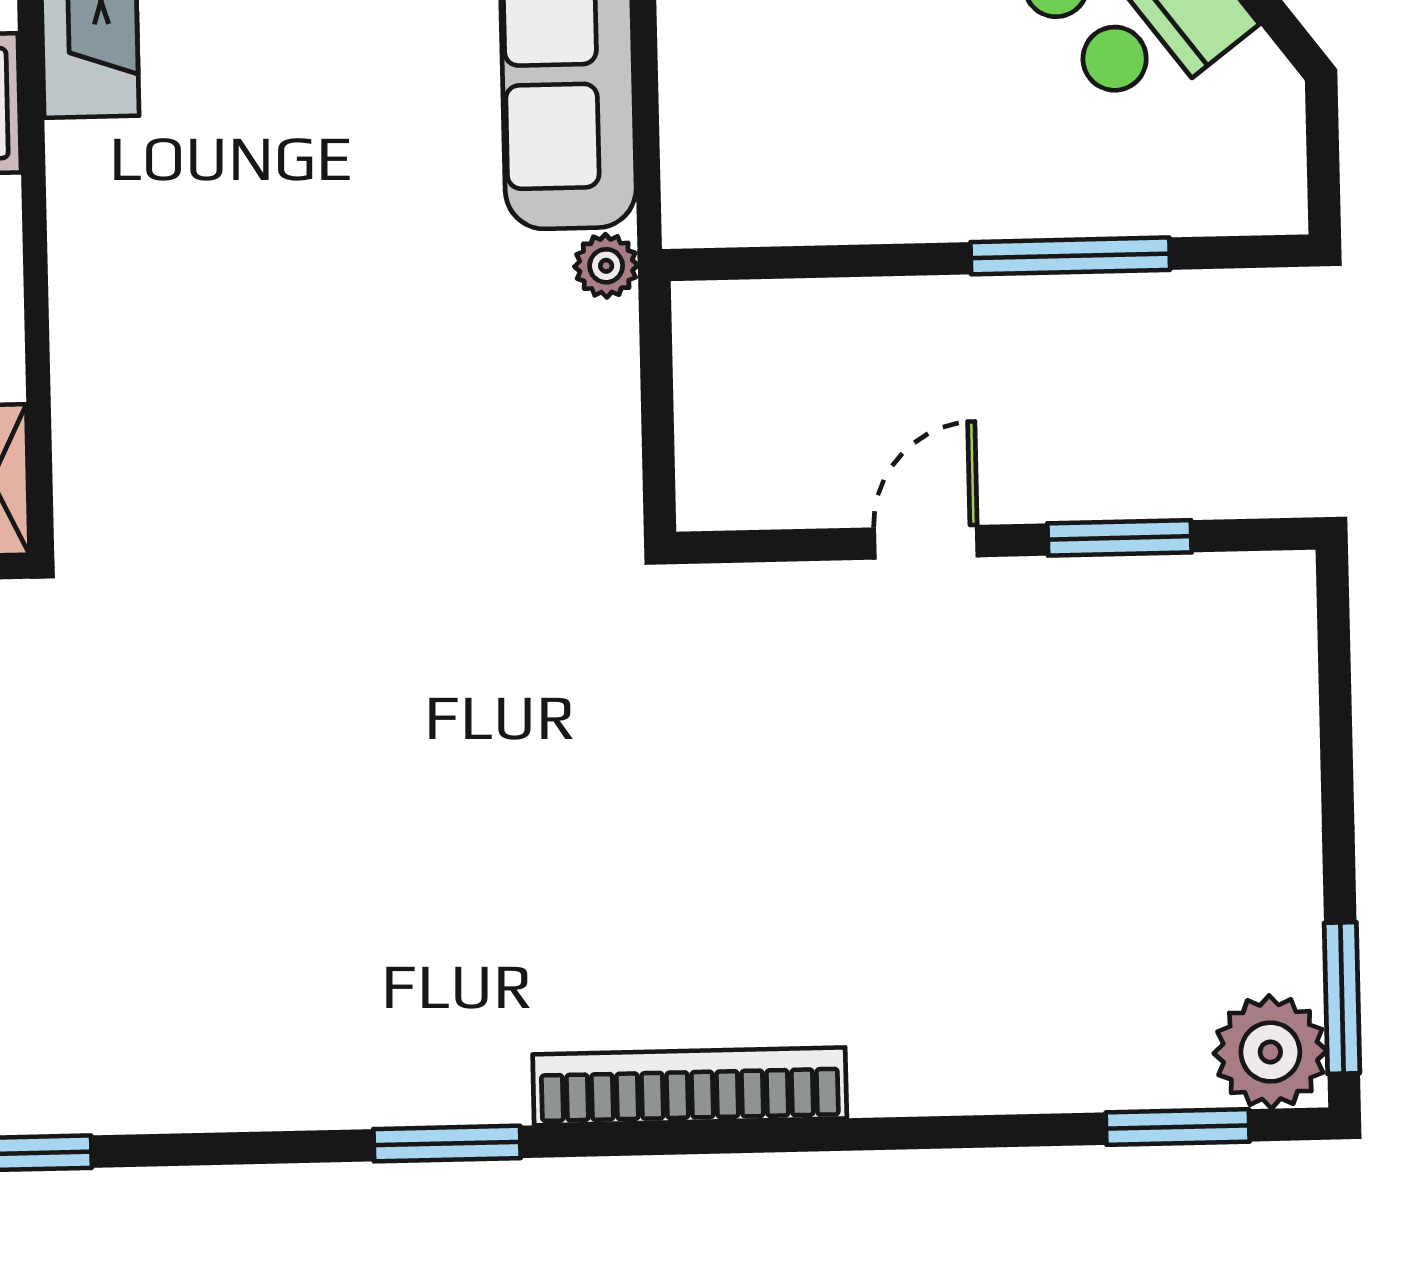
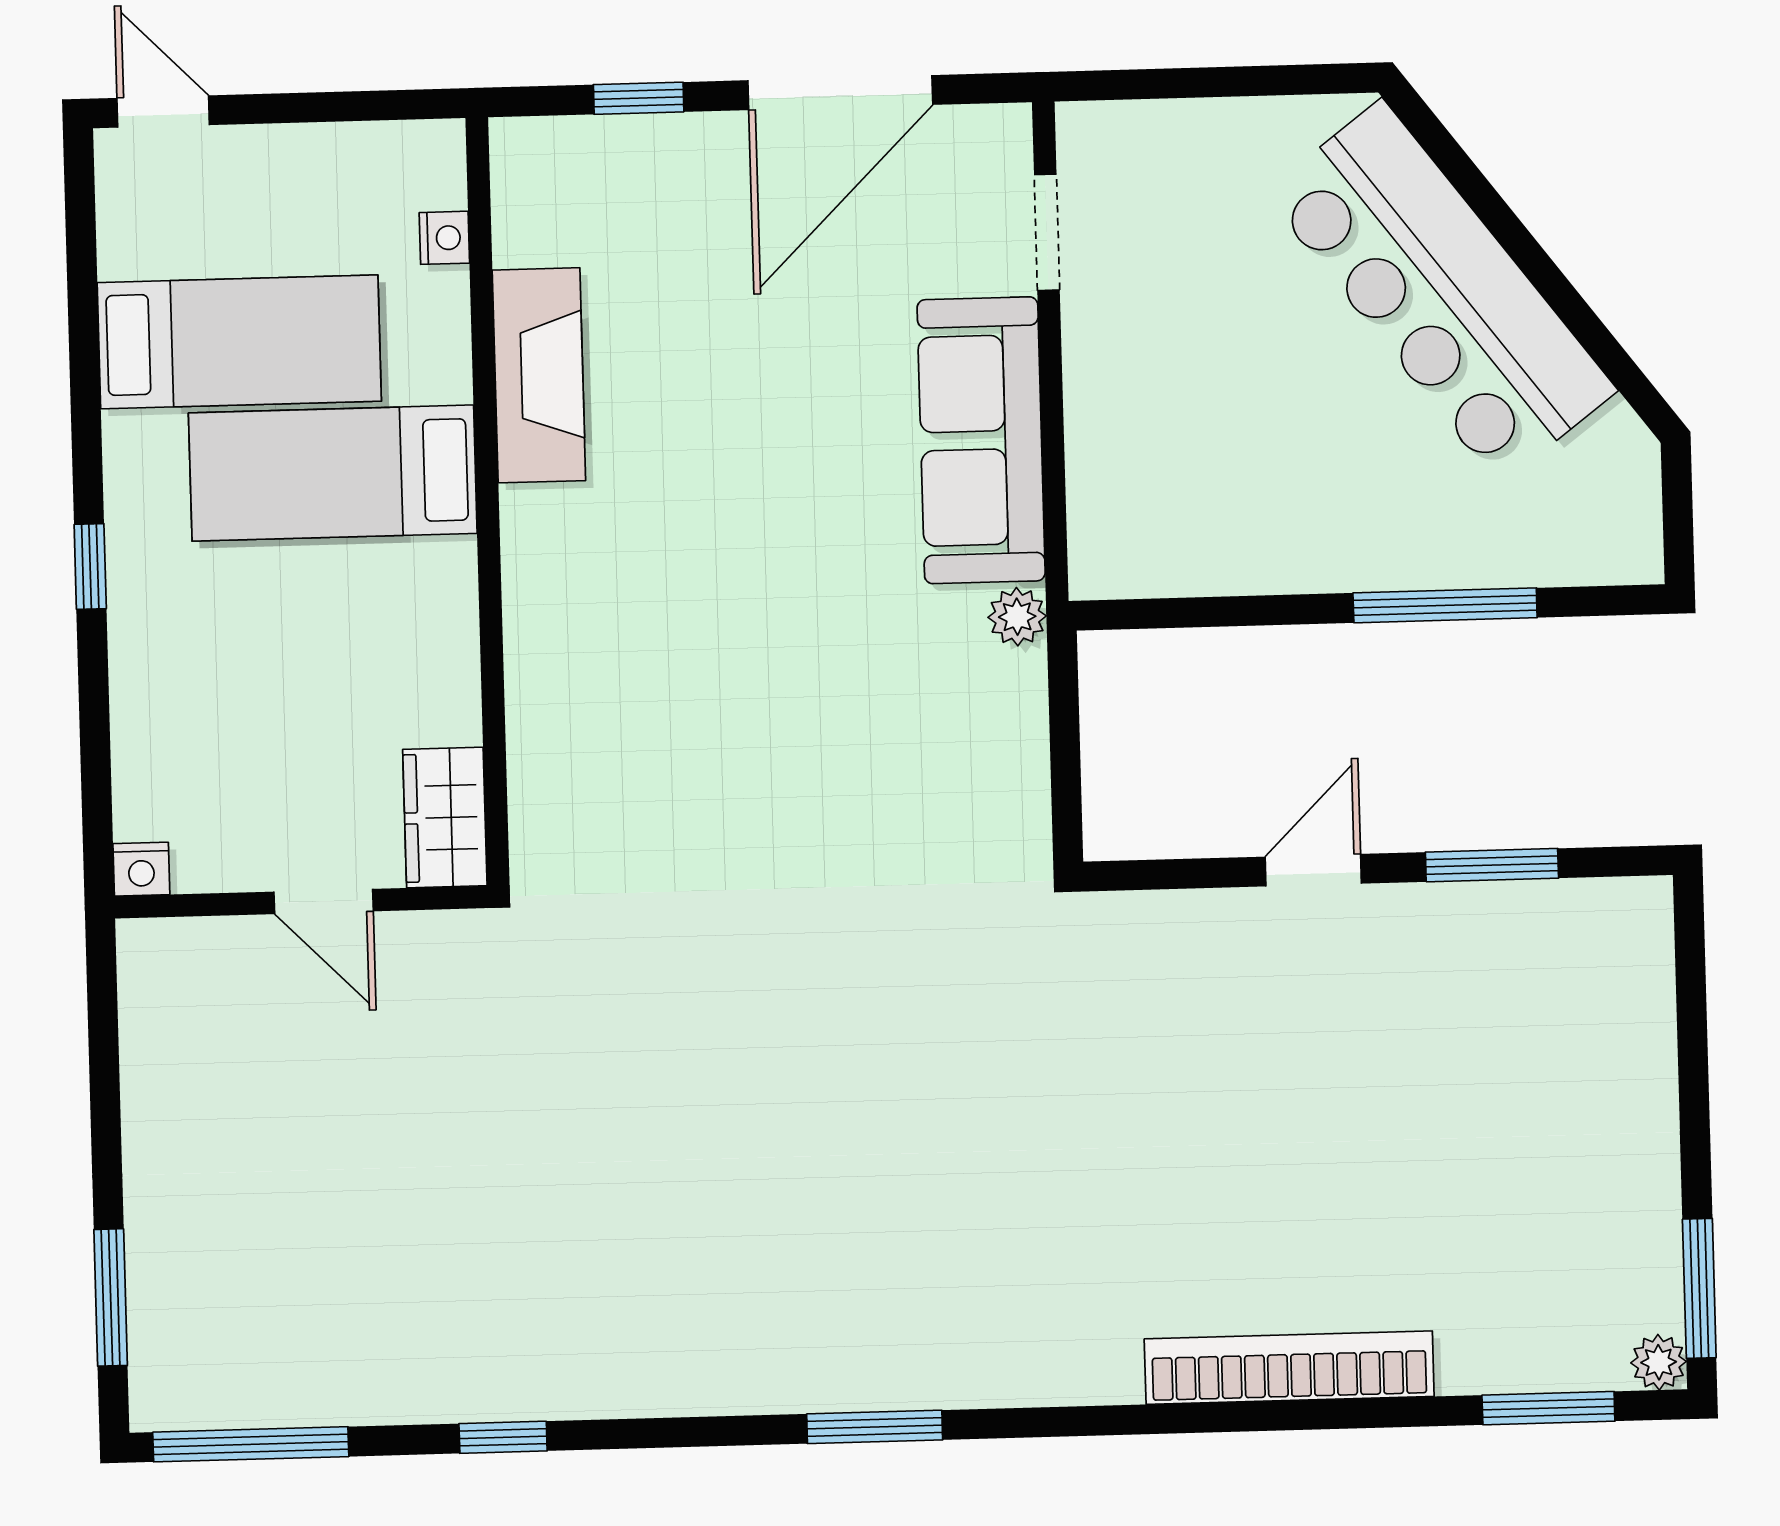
plant: (1270, 1052) -> (1659, 1362), width x0.53, depth x0.53
bookcase: (690, 1086) -> (1289, 1368), moved

